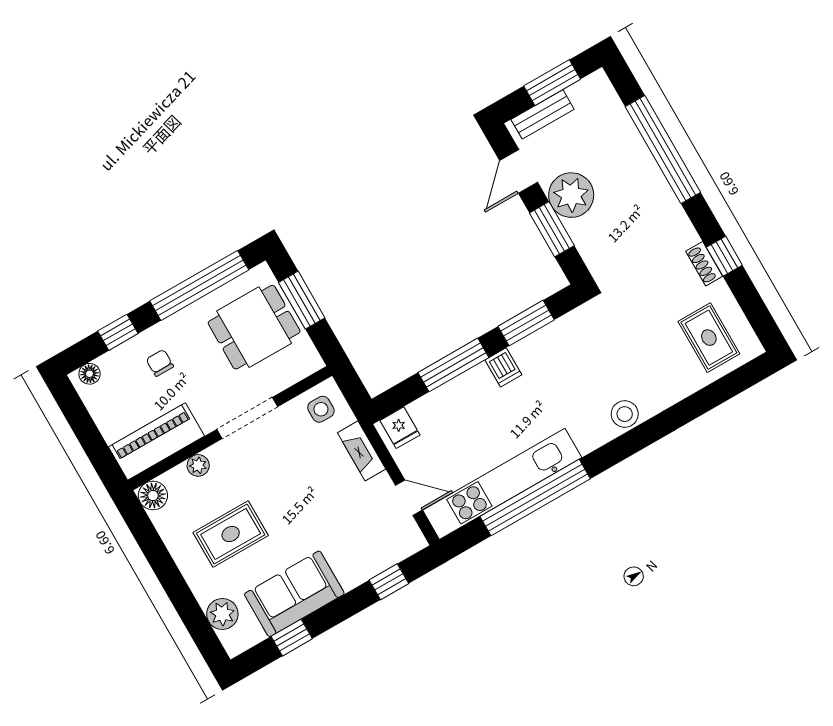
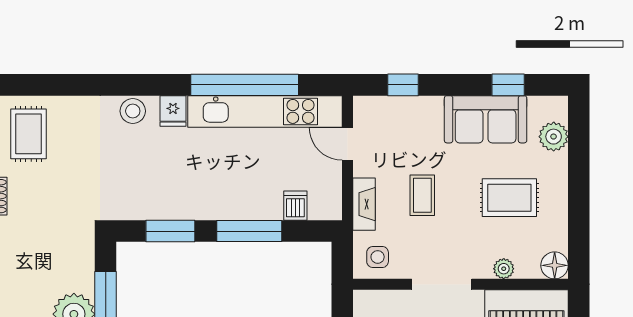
dishwasher: (503, 367) -> (295, 206), moved
fridge: (400, 428) -> (173, 111), moved, turned 180
coffee table: (312, 490) -> (422, 195), added

